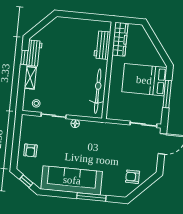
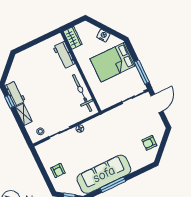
wardrobe: (120, 39) -> (73, 38), width x0.67
nightstand: (151, 49) -> (103, 36), added
window: (167, 94) -> (142, 72), moved
window: (91, 197) -> (113, 185), moved

